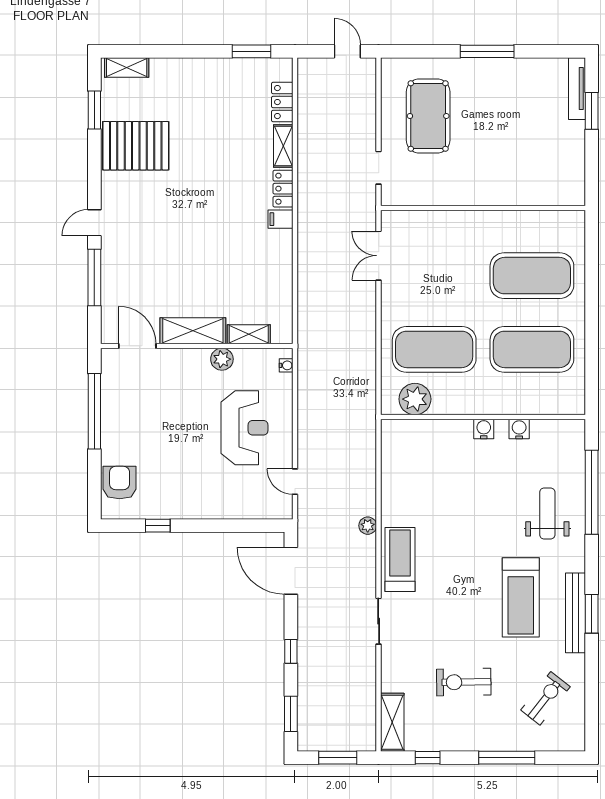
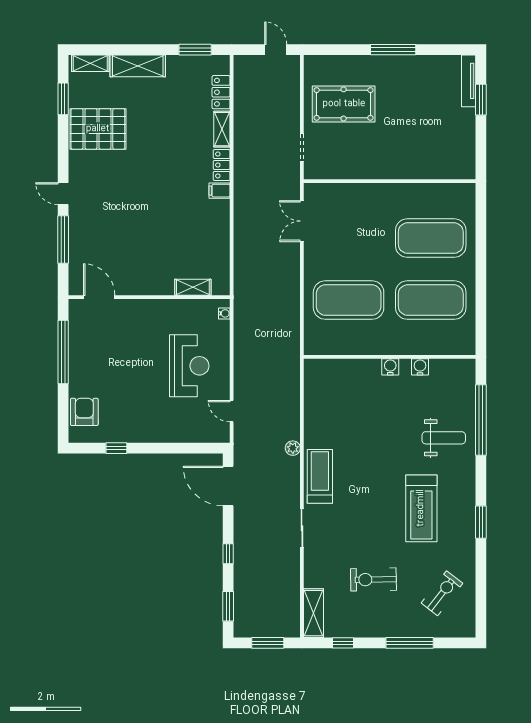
pool table: (428, 116) -> (344, 104), turned 90
door: (94, 223) -> (63, 194), hinge flipped
shelving: (193, 331) -> (138, 66), moved
plant: (222, 359) -> (170, 308), removed
plant: (415, 399) -> (332, 342), removed
weight bench: (547, 513) -> (444, 438), turned 90
bench: (575, 613) -> (467, 521), removed

